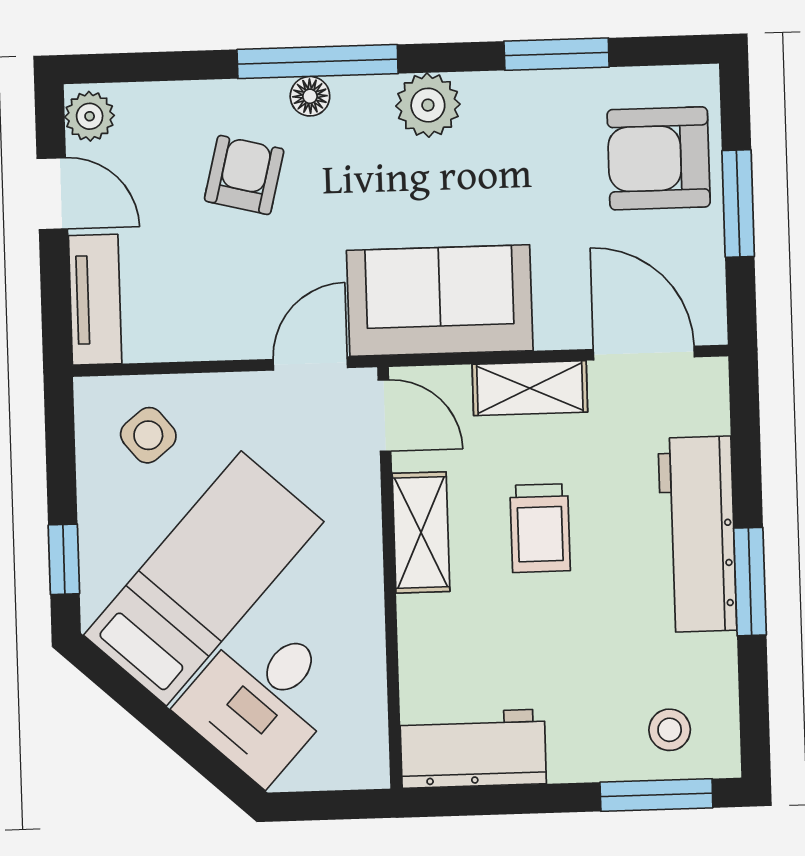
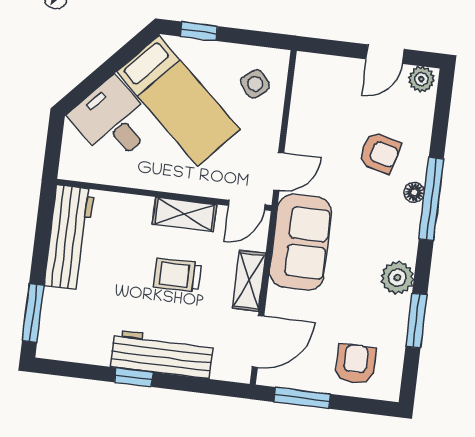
plant: (428, 105) -> (397, 278), moved
armchair: (659, 158) -> (355, 364), width x0.72, depth x0.72
window: (738, 204) -> (302, 398), moved
tv unit: (95, 300) -> (328, 67), removed
door: (310, 364) -> (279, 172), hinge flipped
window: (750, 582) -> (134, 377), width x0.67
stool: (670, 730) -> (65, 325), removed
workbench: (473, 749) -> (69, 238), width x1.38

